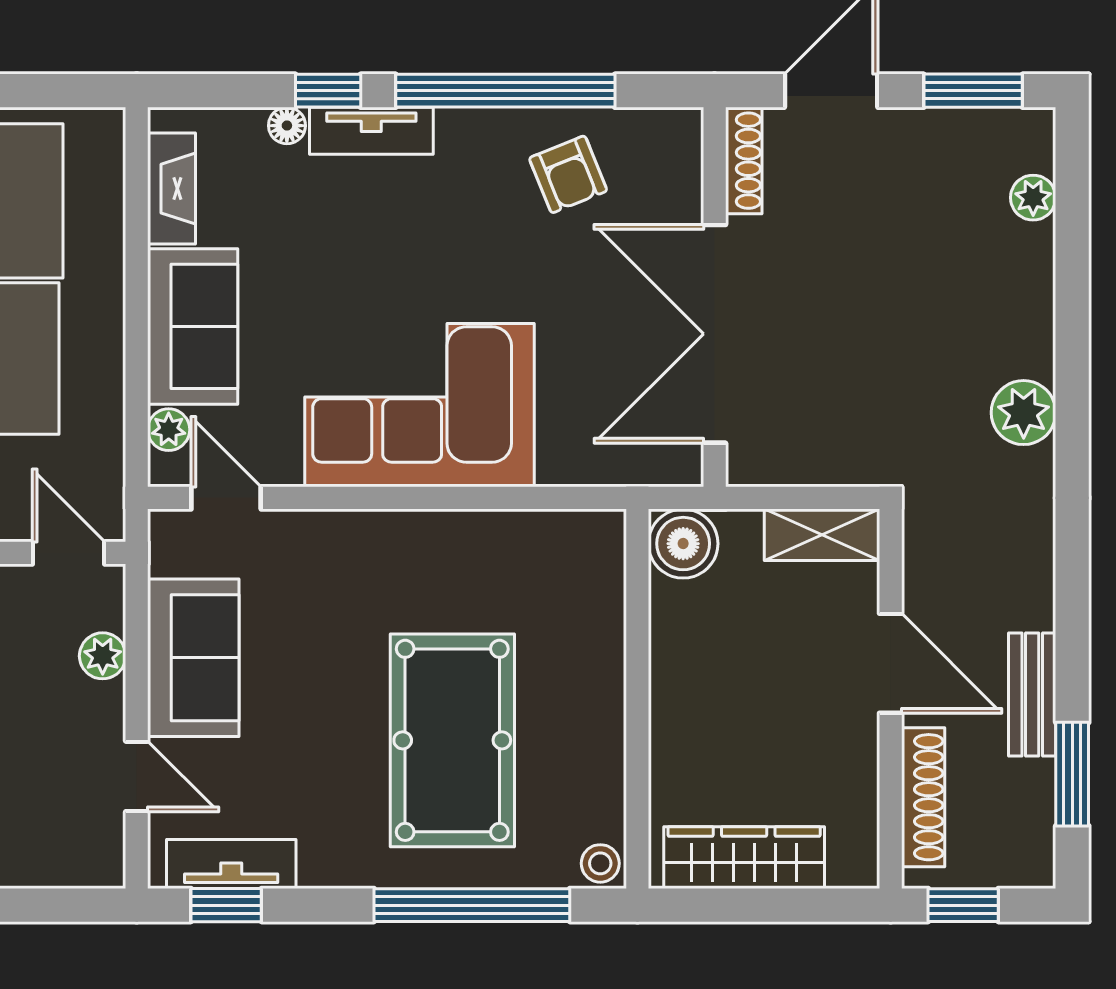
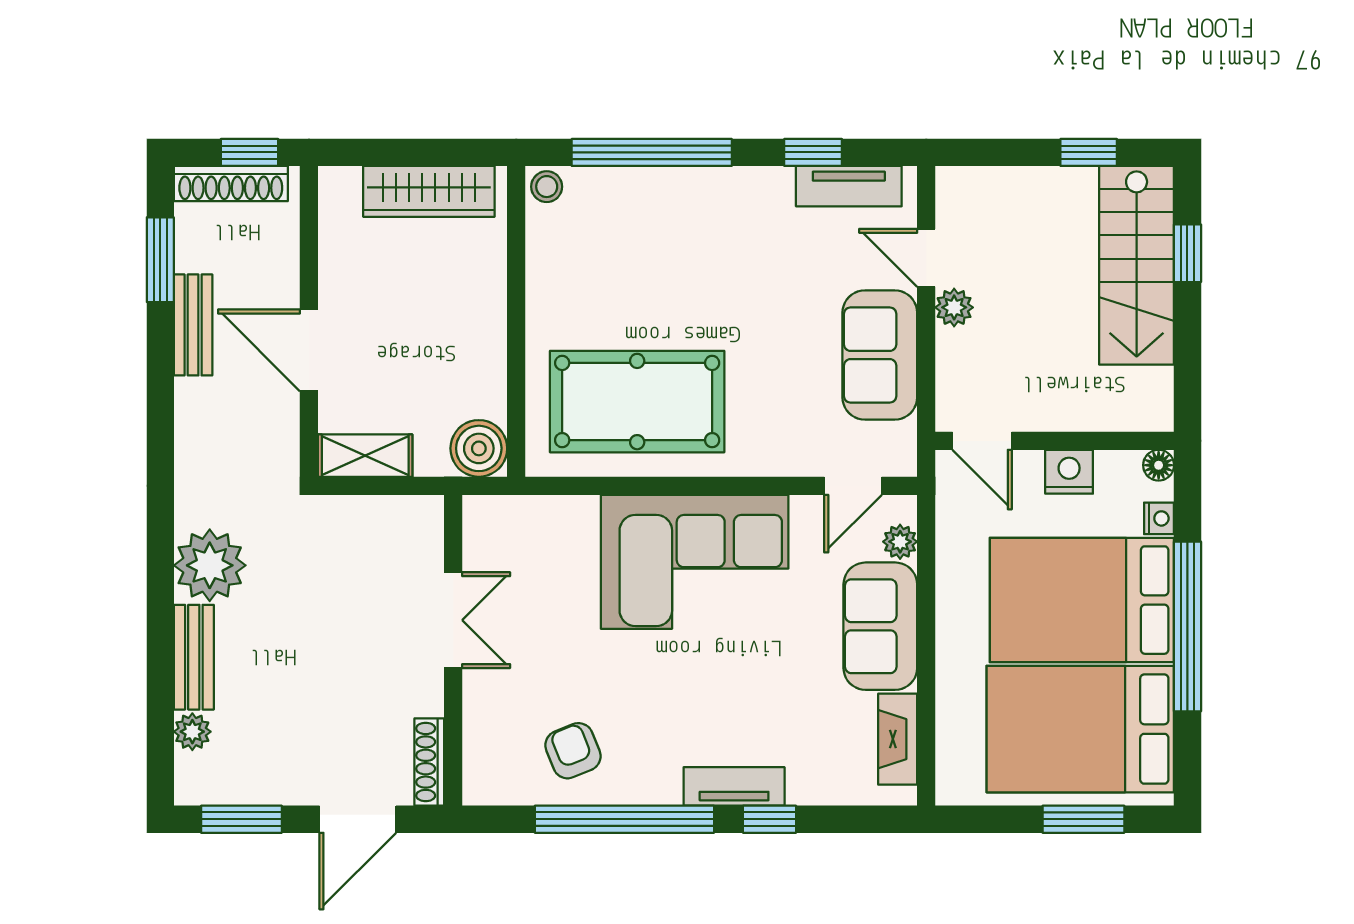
floor lamp: (287, 126) -> (803, 791), removed
bench: (1031, 289) -> (194, 657), added
double door: (715, 334) -> (453, 620), width x0.54
plant: (1024, 413) -> (210, 565), width x1.36, depth x1.36
door: (226, 498) -> (853, 486), hinge flipped
plant: (103, 656) -> (954, 307), moved
pool table: (452, 740) -> (637, 402), moved, turned 90
shoe rack: (923, 797) -> (231, 184), moved, turned -90
window: (226, 905) -> (813, 152), moved

